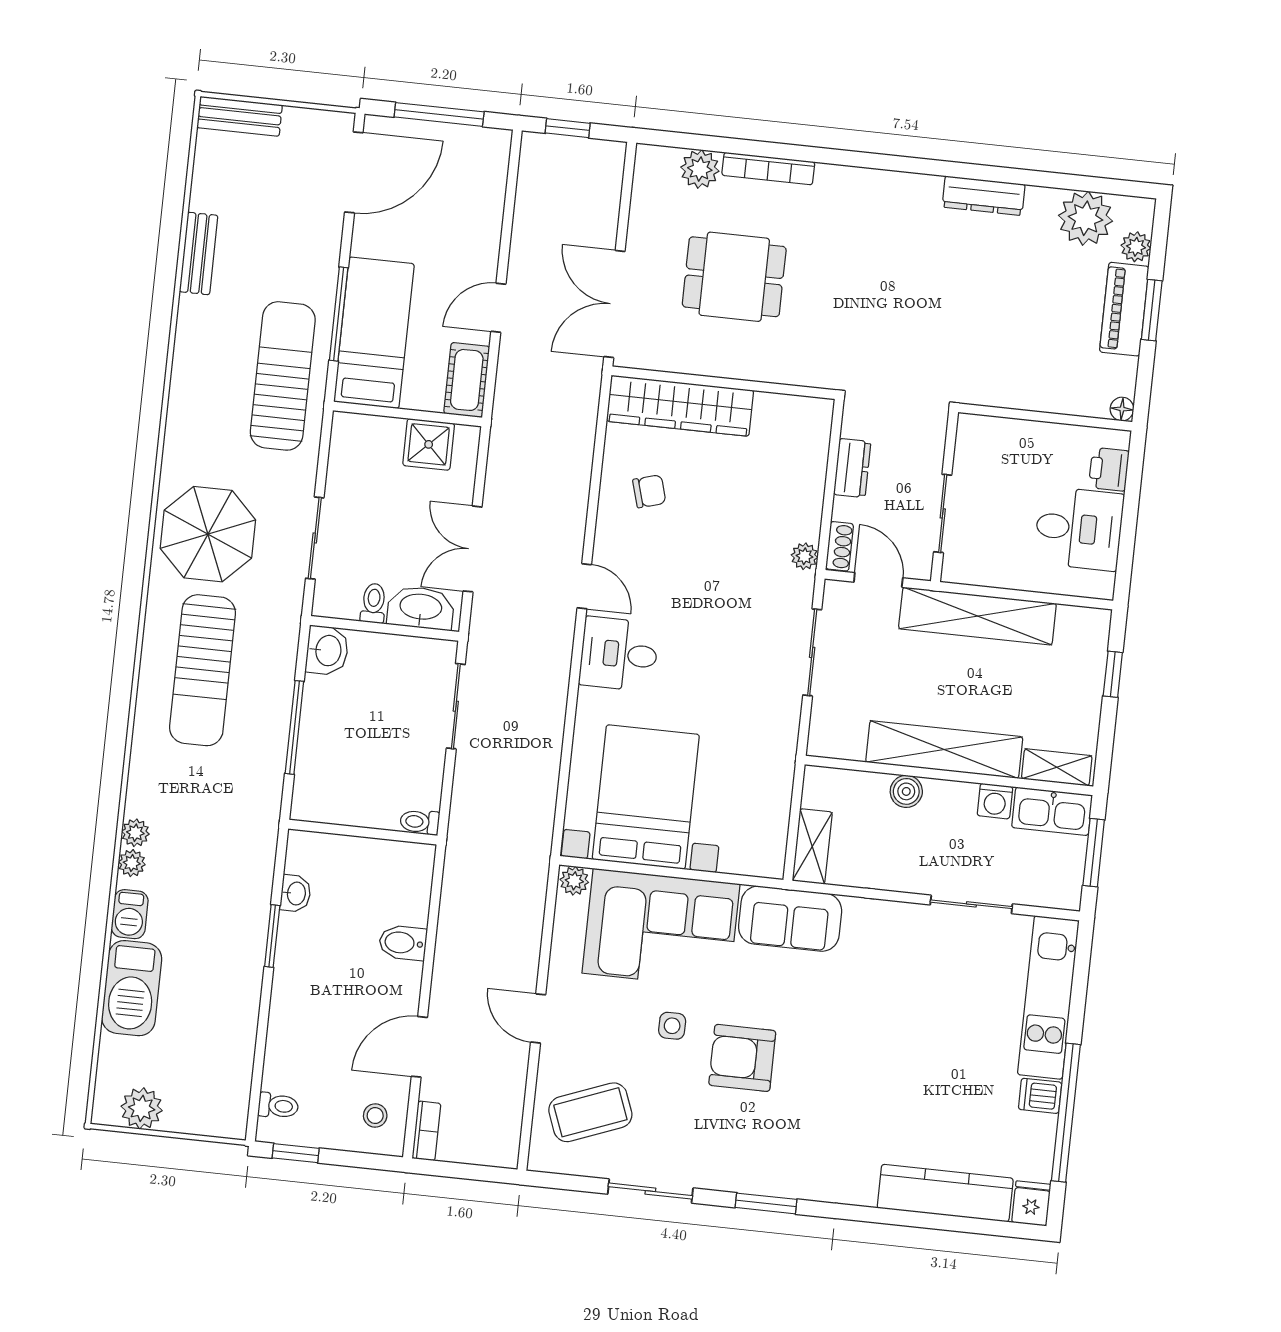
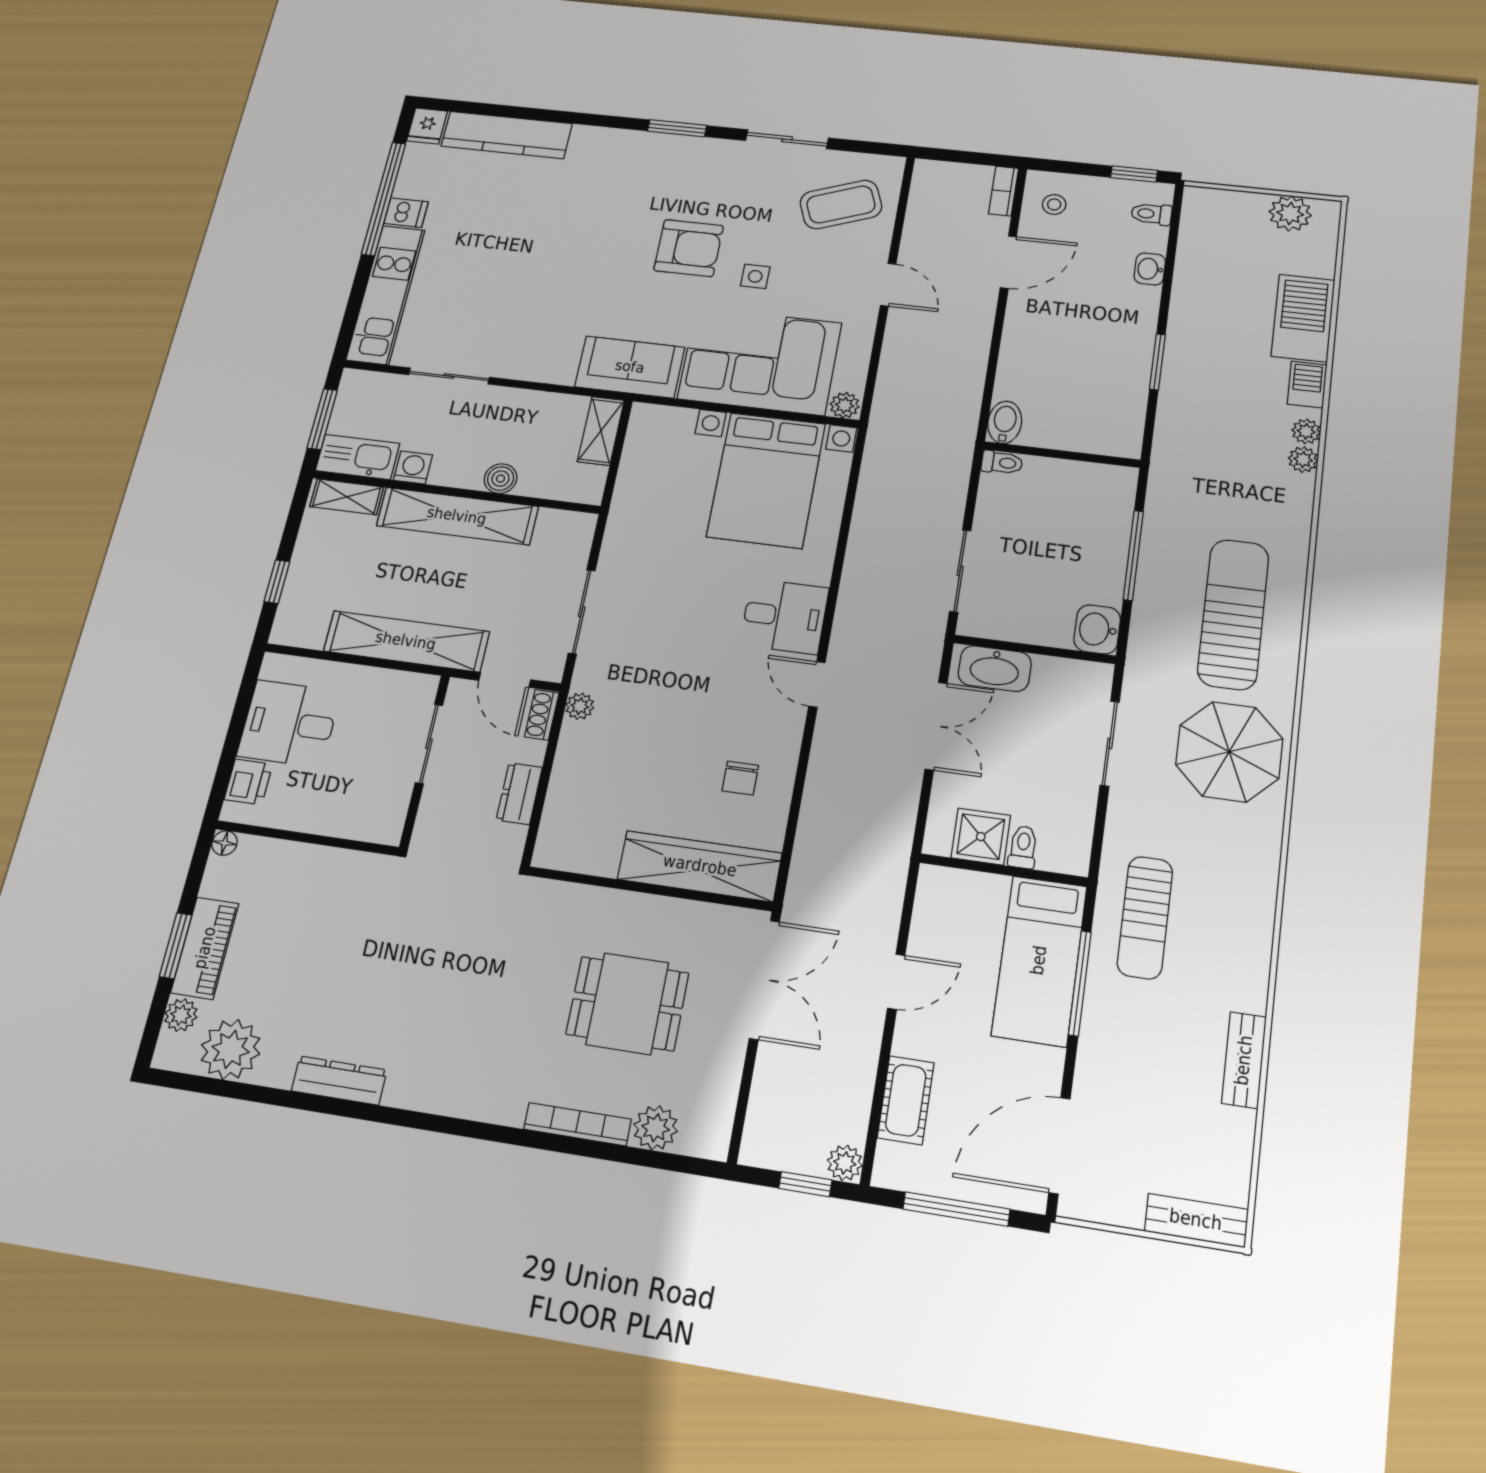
plant: (535, 148) -> (845, 1163), added
sun lounger: (283, 376) -> (1145, 917), width x0.73, depth x0.75
cot: (467, 380) -> (906, 1100), moved
chair: (649, 491) -> (740, 778), turned -74
toilet: (373, 603) -> (1023, 847), moved, turned 180
washbasin: (296, 893) -> (1150, 269), moved
bidet: (403, 943) -> (1005, 422), moved, turned -90

